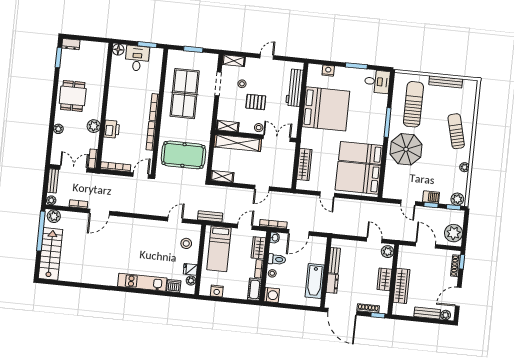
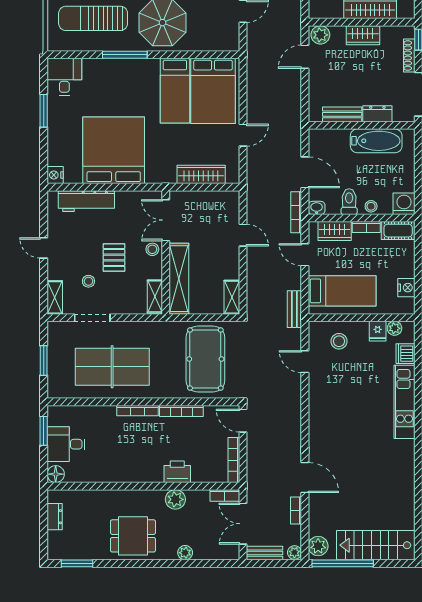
dresser: (71, 44) -> (55, 517), moved
nightstand: (328, 71) -> (55, 175), moved

